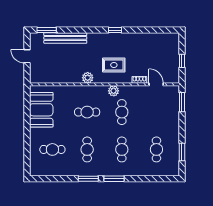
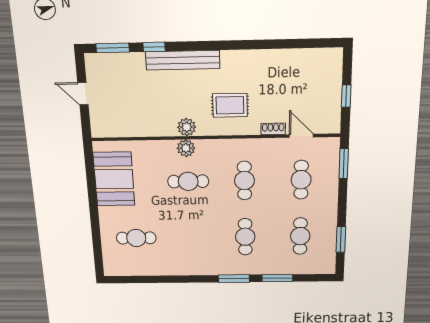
window: (115, 30) -> (154, 47), moved
bench: (65, 38) -> (183, 60), moved
plant: (114, 91) -> (186, 148), moved
cafe table: (87, 149) -> (301, 180), moved
window: (88, 179) -> (277, 278), moved

